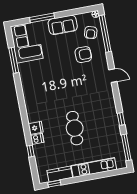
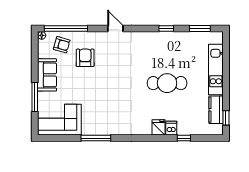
window: (14, 60) -> (96, 138), moved
door: (113, 76) -> (115, 28), hinge flipped
window: (126, 147) -> (200, 28), width x0.69

